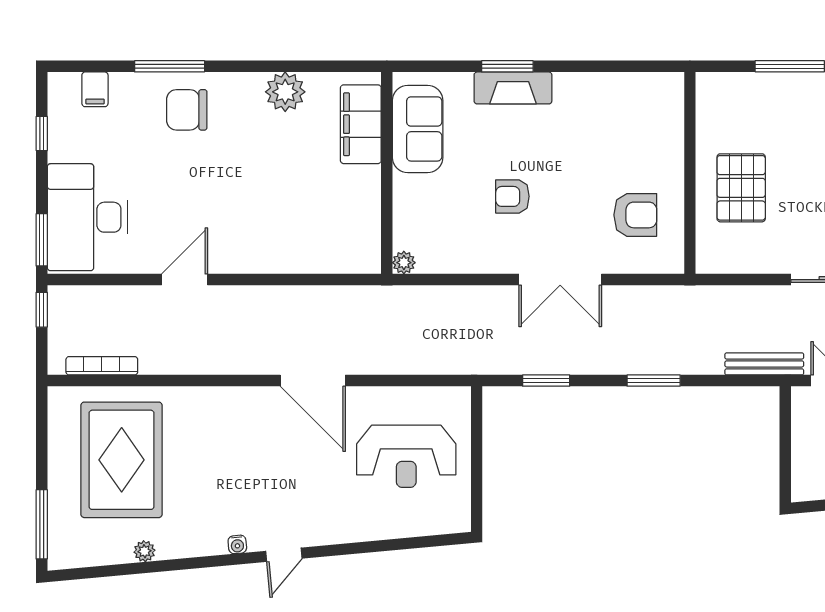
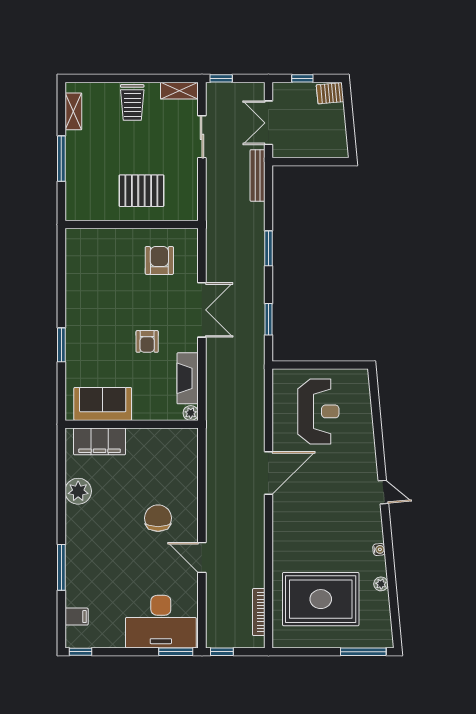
fireplace: (513, 88) -> (188, 378), moved, turned 180
chair: (187, 110) -> (158, 518), moved, turned 180
window: (42, 134) -> (81, 652), moved
water cooler: (237, 544) -> (379, 550), moved

